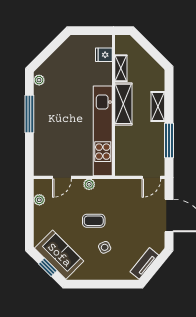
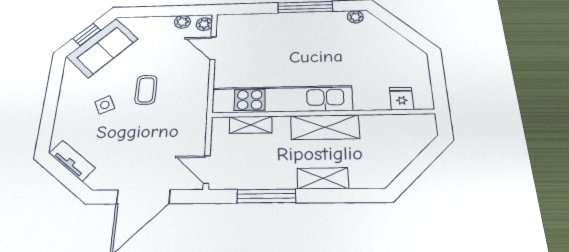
shelving: (121, 68) -> (251, 125), moved
plant: (89, 184) -> (204, 24), moved

